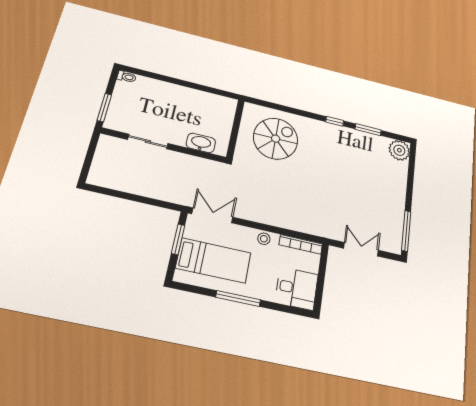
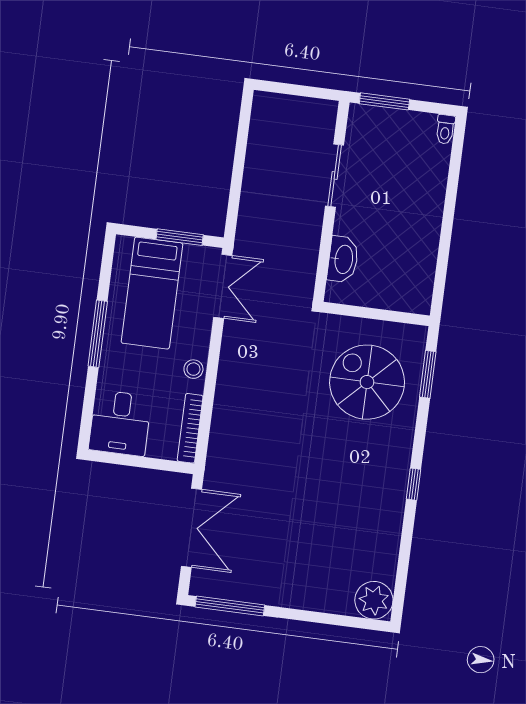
window: (368, 130) -> (428, 374), moved
spiral stairs: (276, 139) -> (367, 382), turned 180
double door: (361, 249) -> (191, 528), width x1.37

